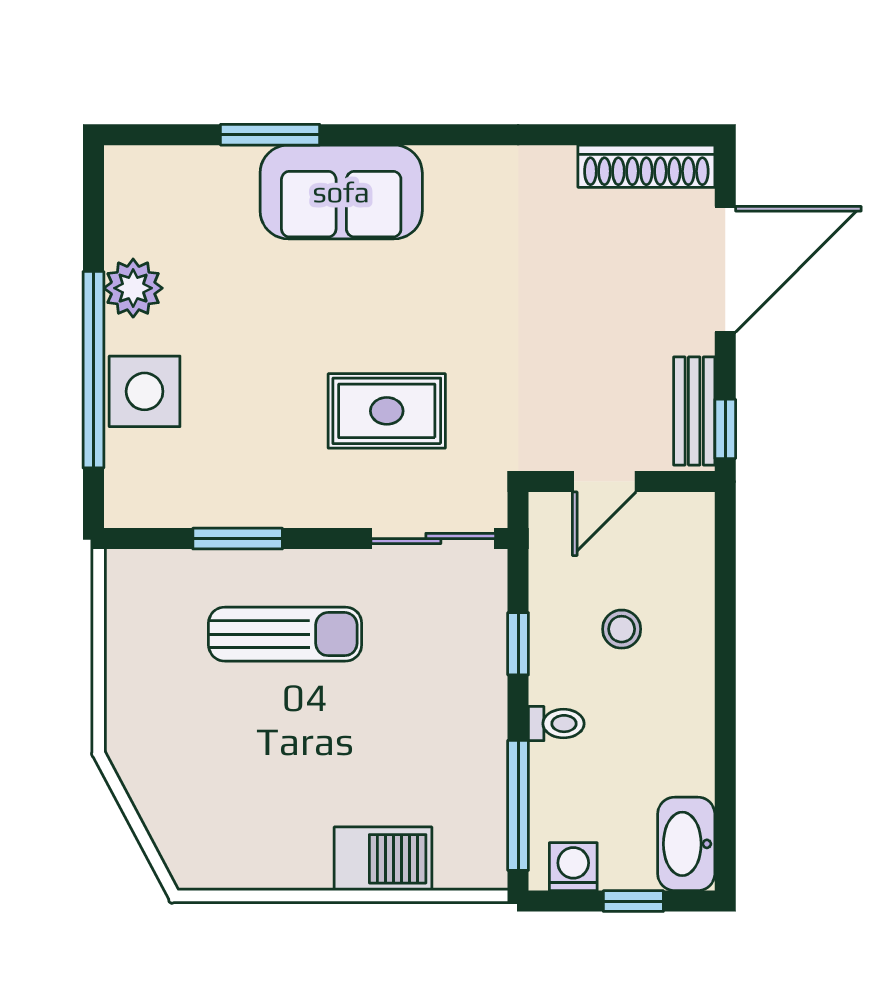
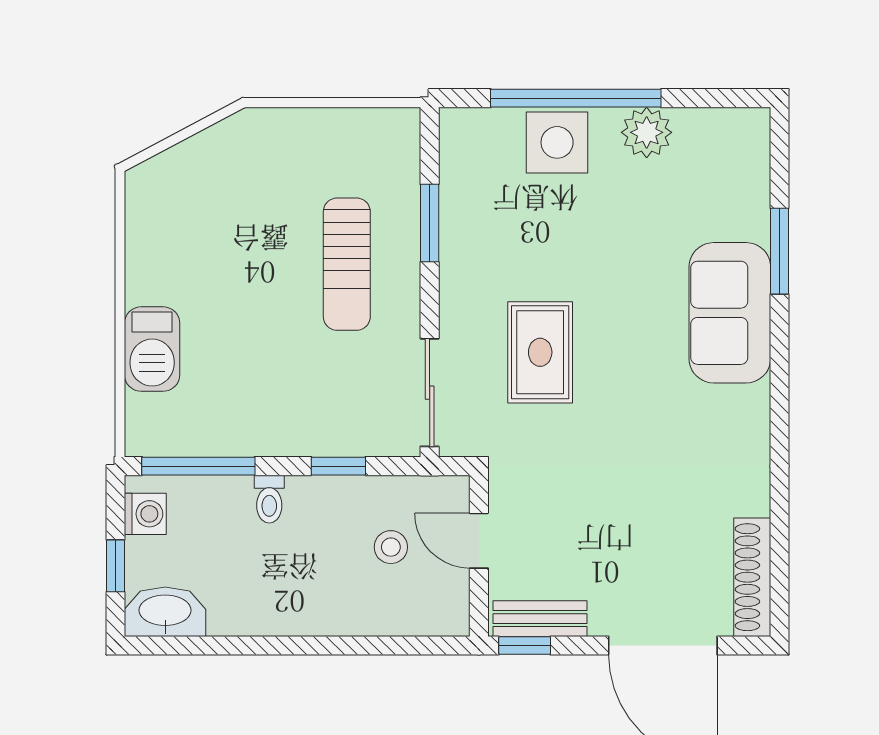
stool: (622, 629) -> (391, 547), moved

